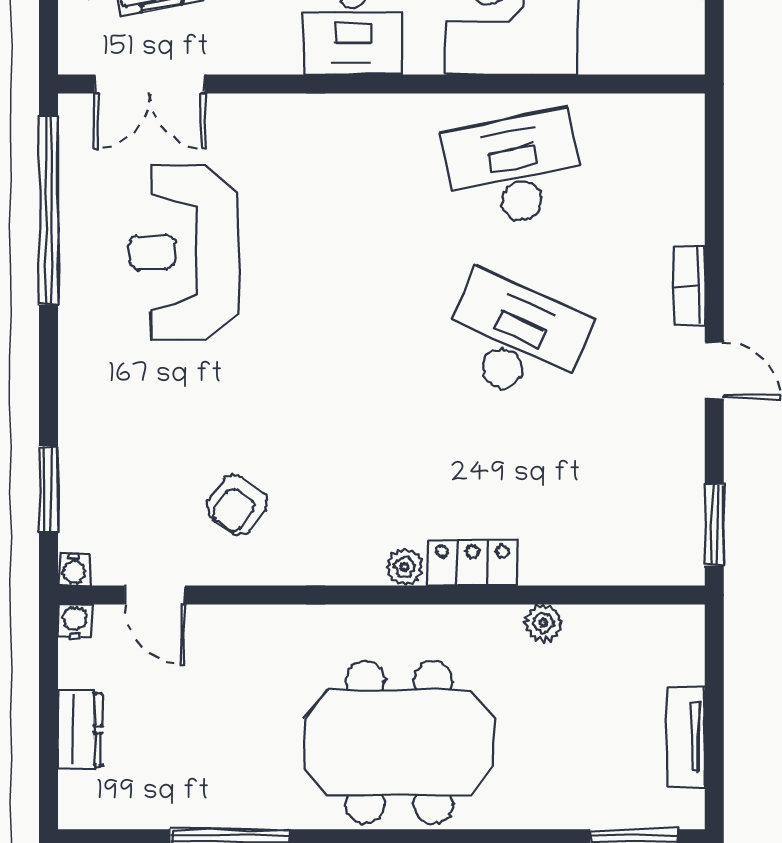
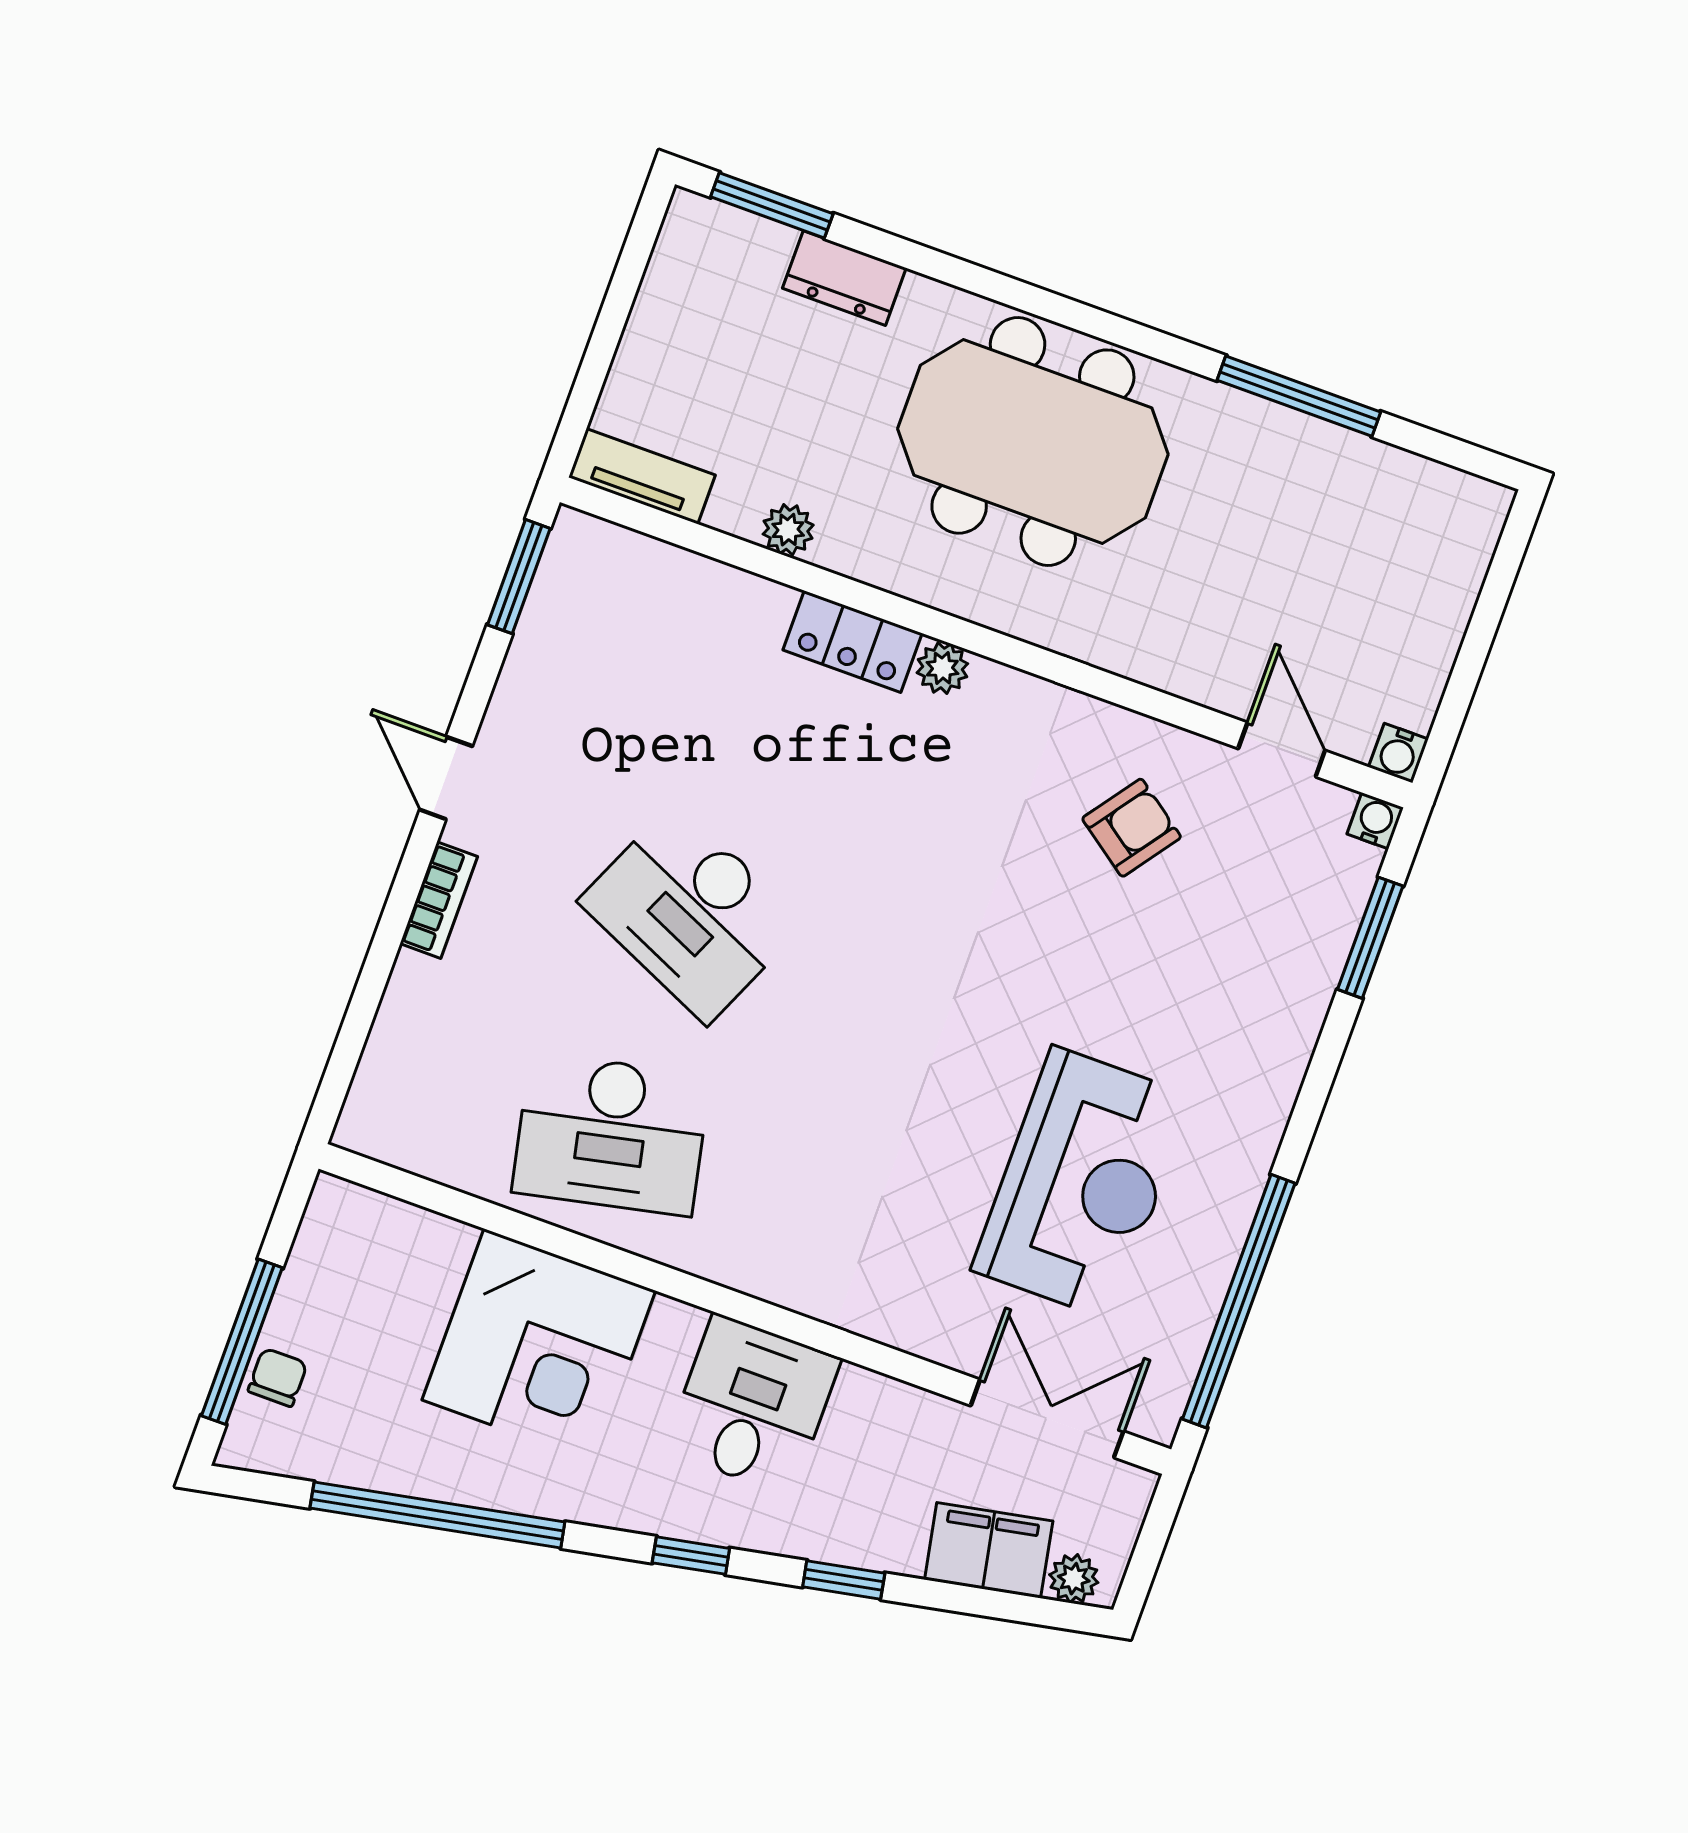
dresser: (80, 729) -> (844, 278), moved, turned -90
tv unit: (686, 737) -> (642, 476), moved, turned -90

